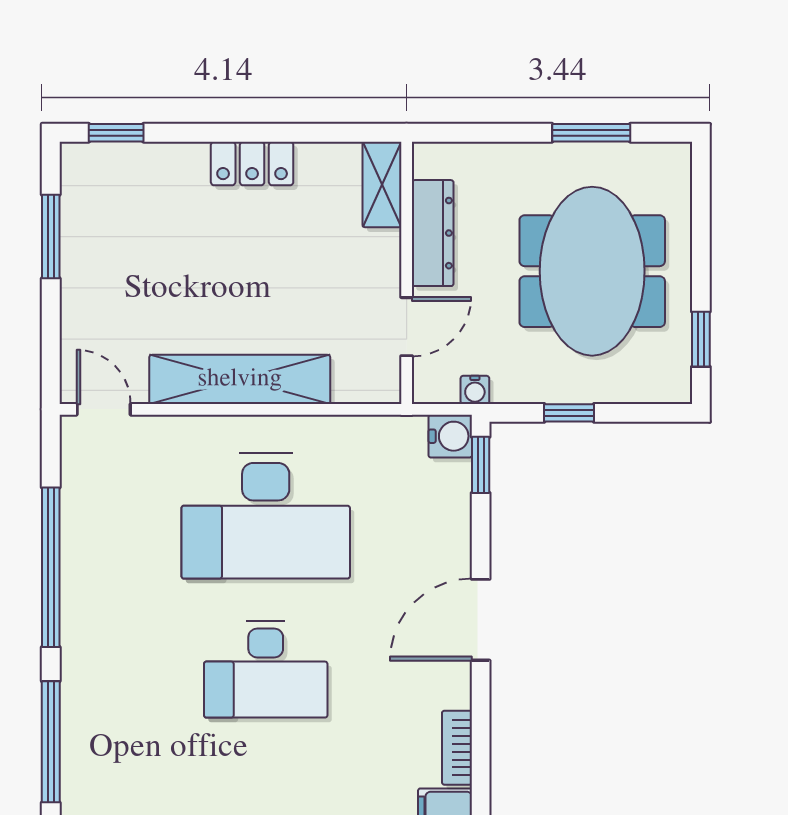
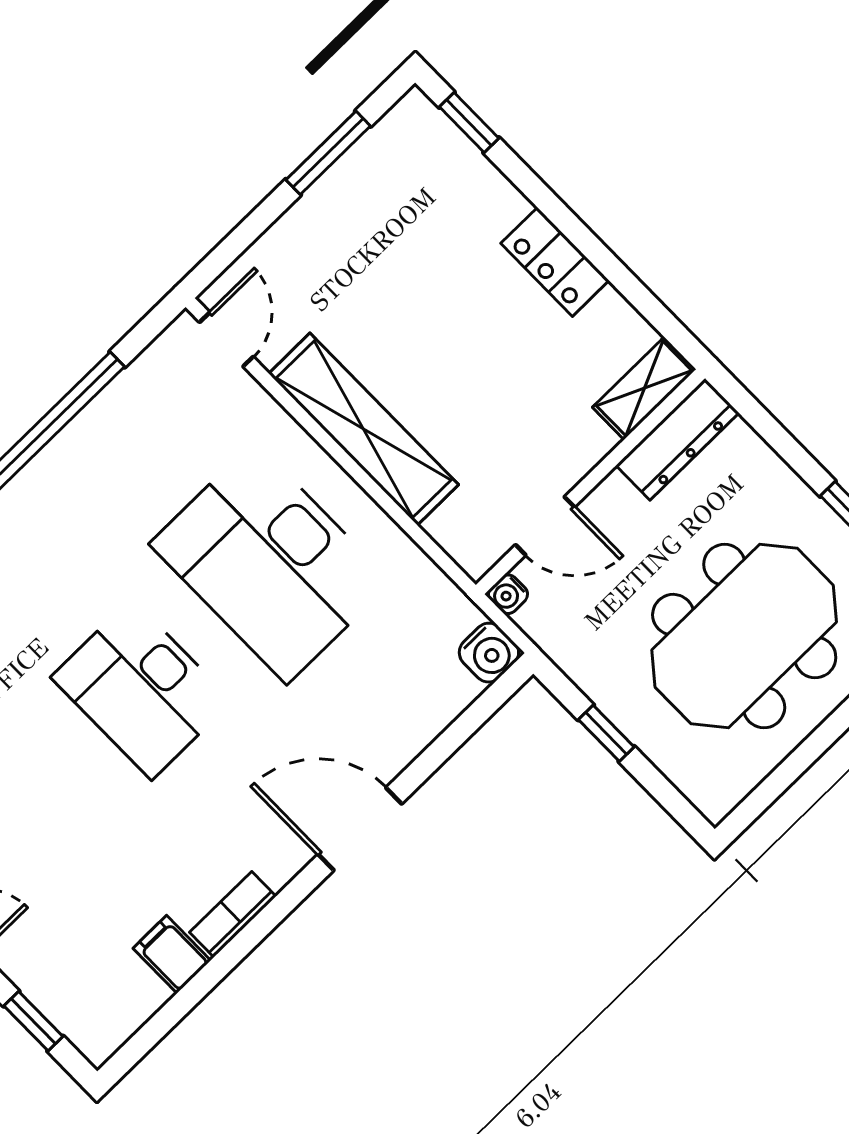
dresser: (433, 233) -> (677, 439), moved
window: (701, 339) -> (777, 783), removed
water cooler: (475, 390) -> (508, 594), moved
window: (481, 465) -> (490, 702), removed

